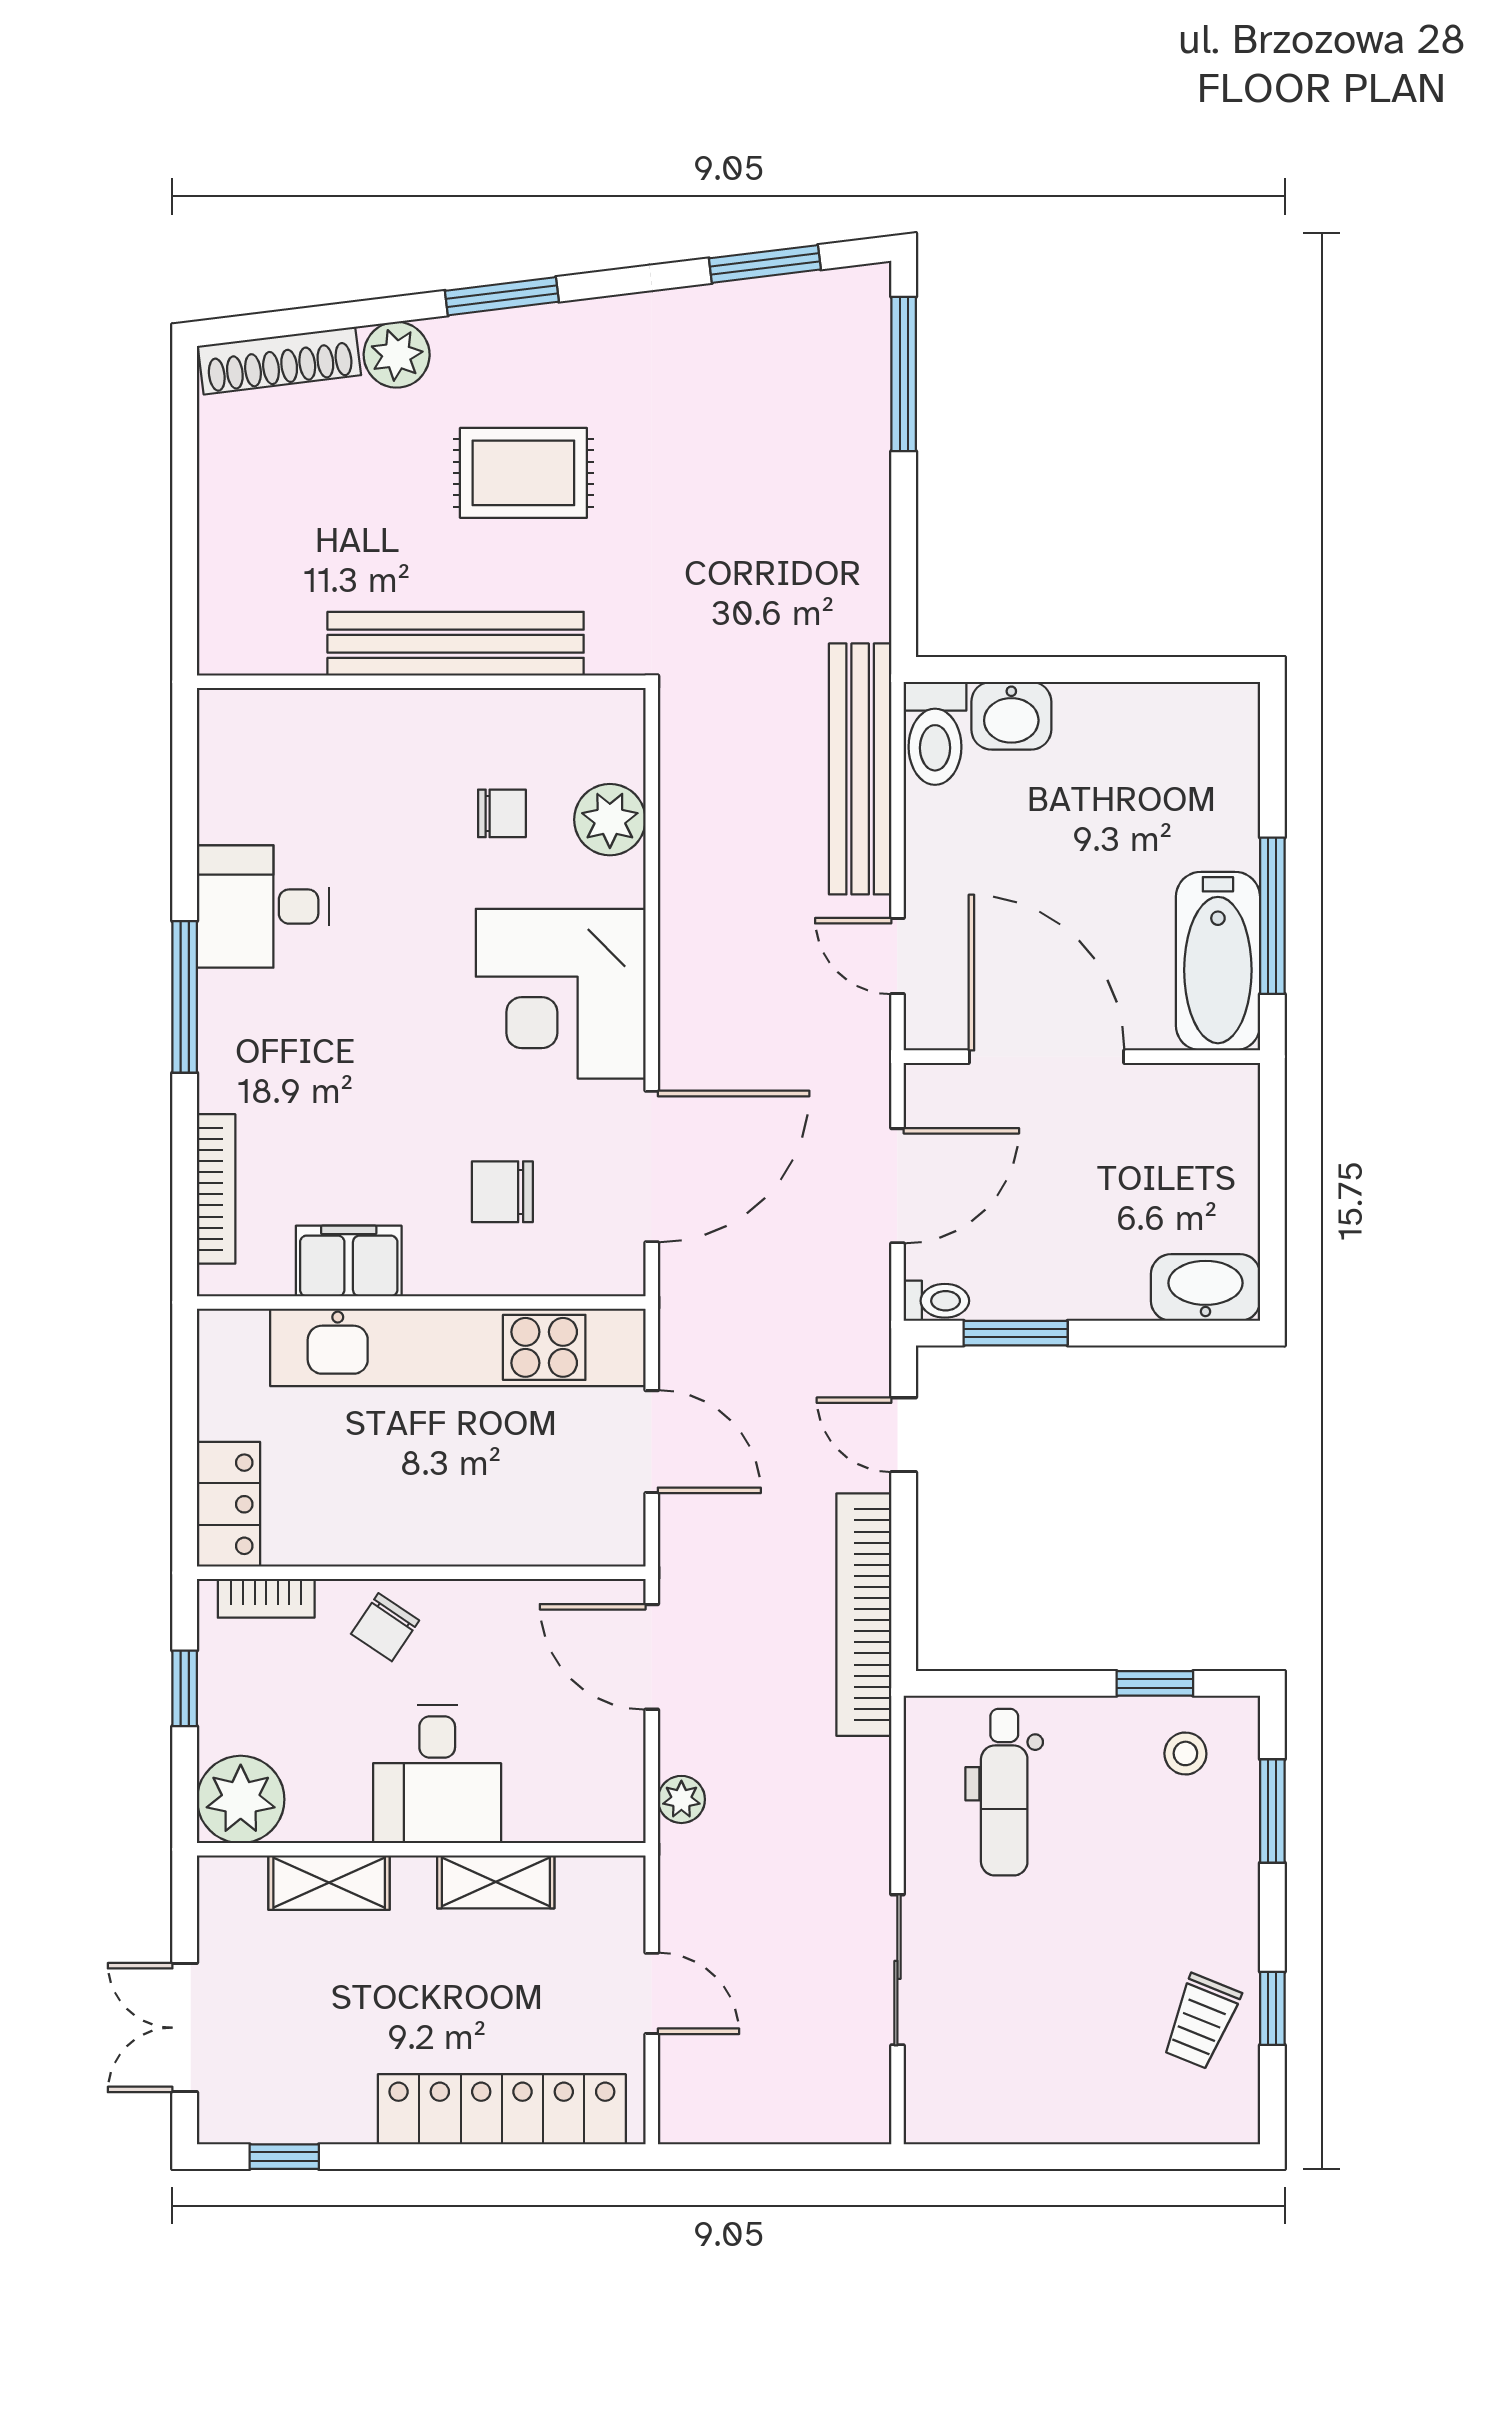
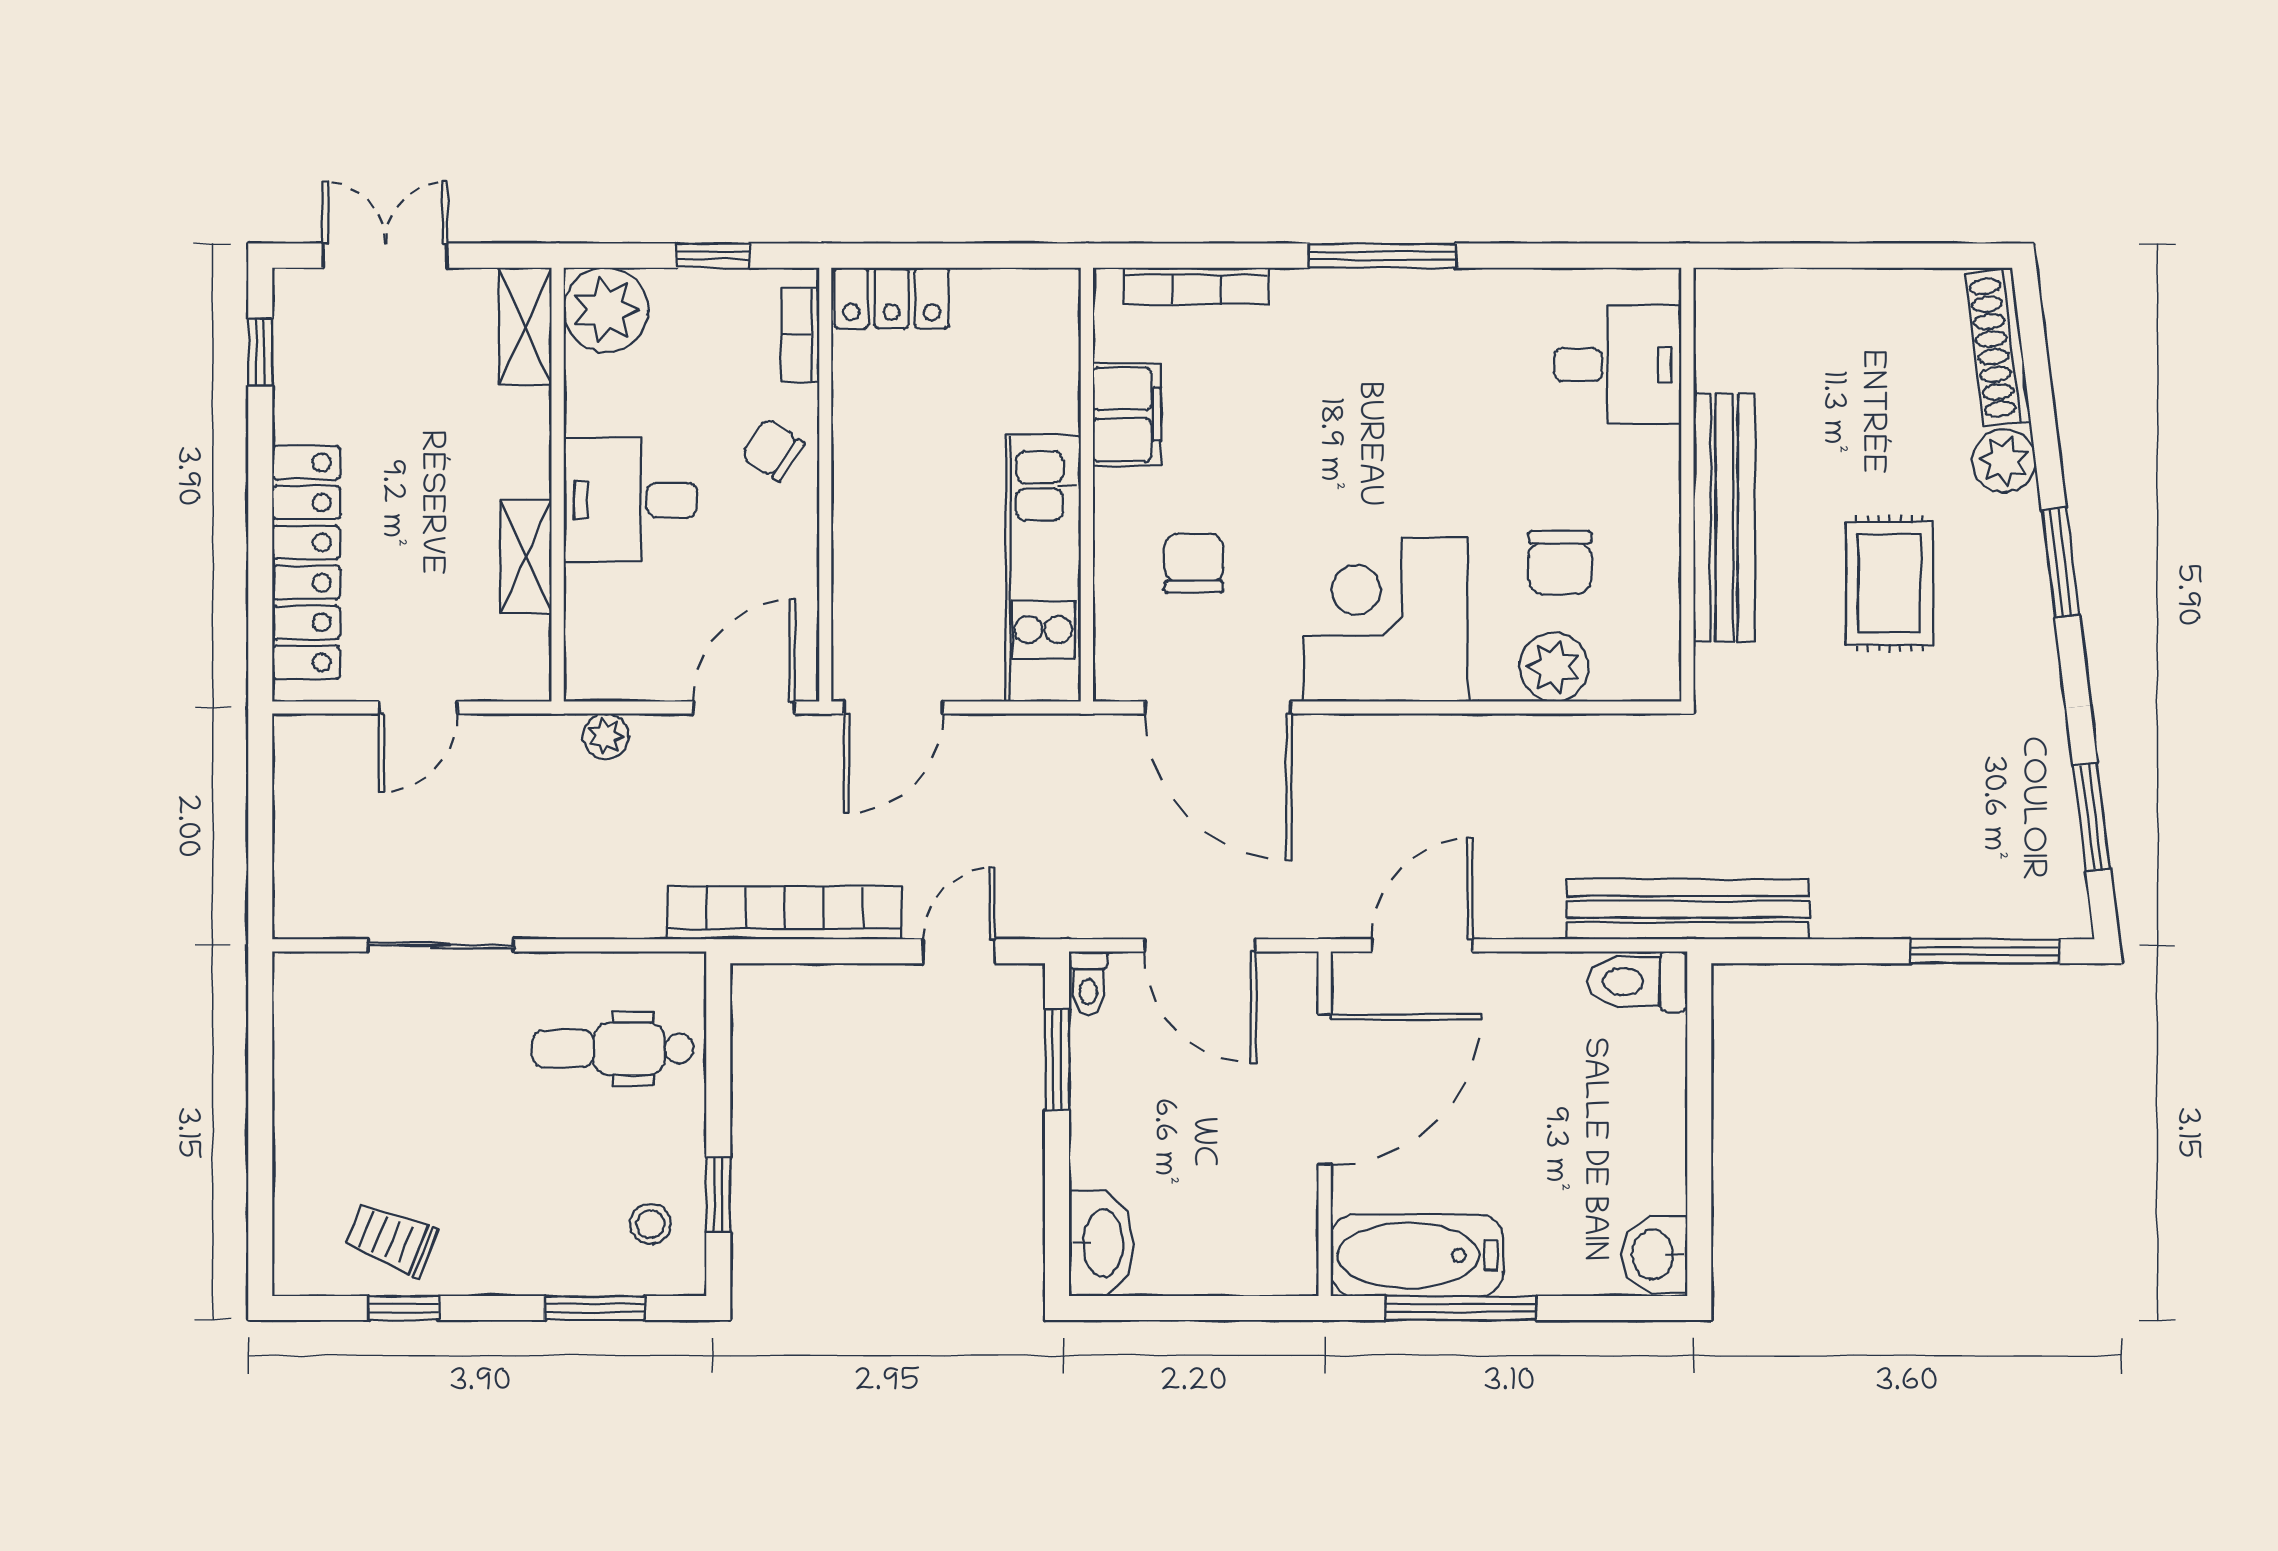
washbasin: (1011, 716) -> (1655, 1255), moved
bench: (860, 769) -> (1688, 909), moved
chair: (502, 813) -> (1560, 563), width x1.37, depth x1.37
desk: (263, 907) -> (1618, 365), moved, turned 90
door: (897, 956) -> (1422, 945), width x1.38
kitchen unit: (458, 1347) -> (1043, 568), width x0.73
door: (652, 1442) -> (894, 708), moved
shelving: (329, 1883) -> (525, 326), moved

